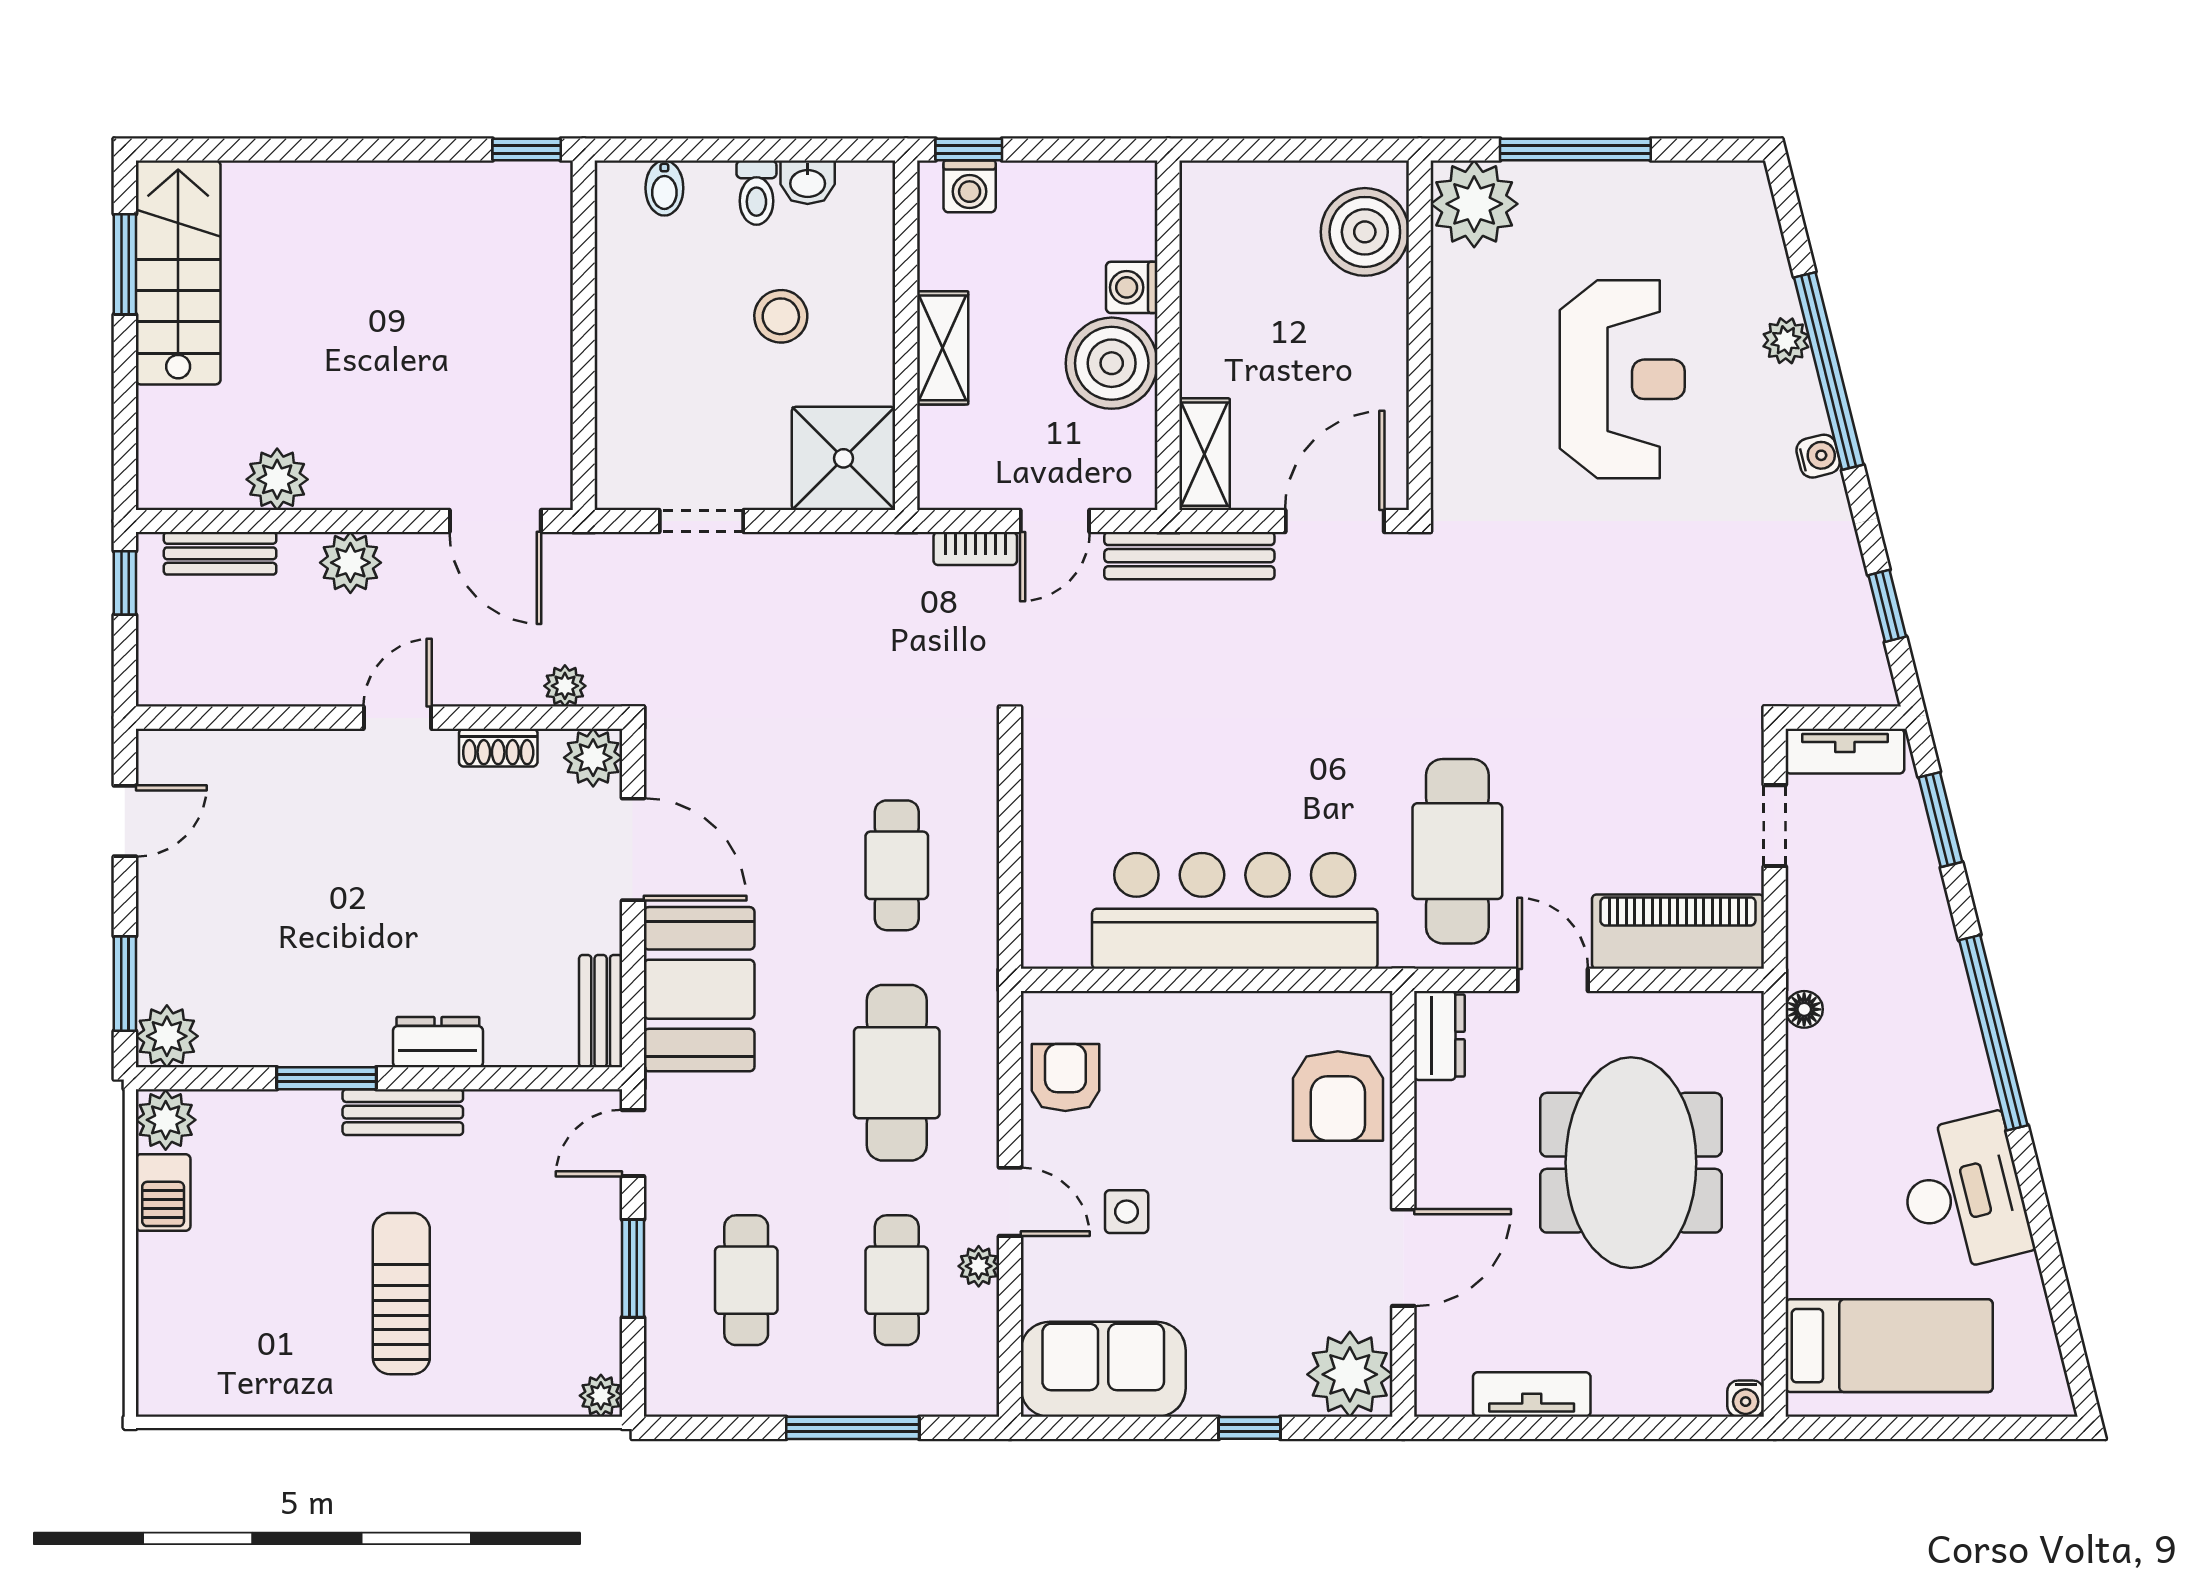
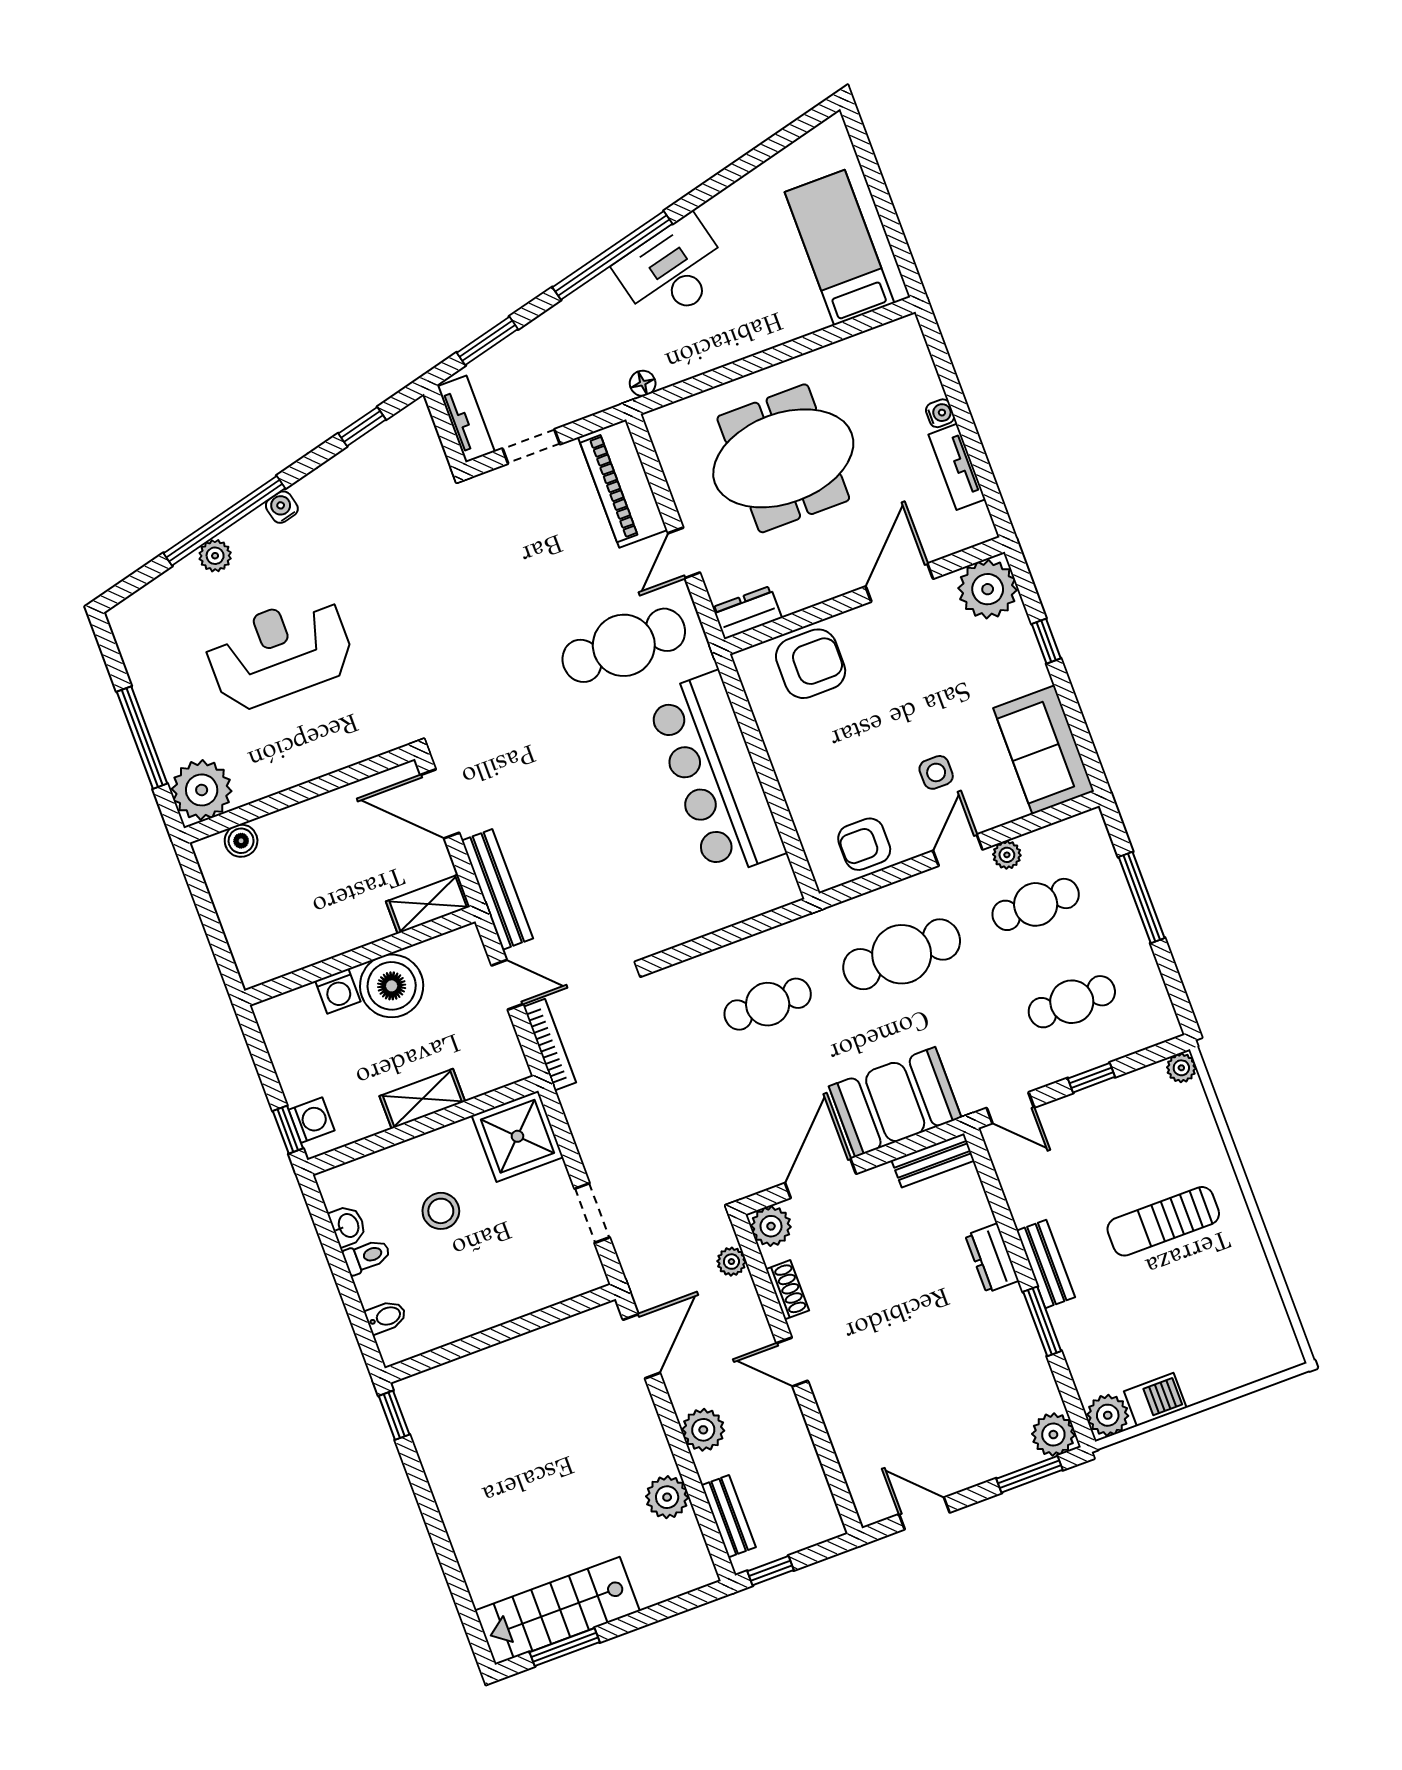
boiler: (1365, 232) -> (241, 841), width x0.54, depth x0.54
bookcase: (975, 549) -> (550, 1045), width x1.56
desk: (1963, 1193) -> (673, 271), moved
door: (1403, 1258) -> (899, 583), hinge flipped
window: (633, 1268) -> (1091, 1078), width x0.67
water cooler: (1746, 1399) -> (940, 413), moved

